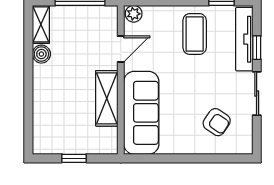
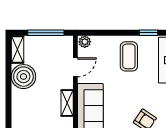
boiler: (41, 54) -> (23, 77), width x1.86, depth x1.86
shelving: (107, 98) -> (67, 103), width x0.67, depth x0.75

